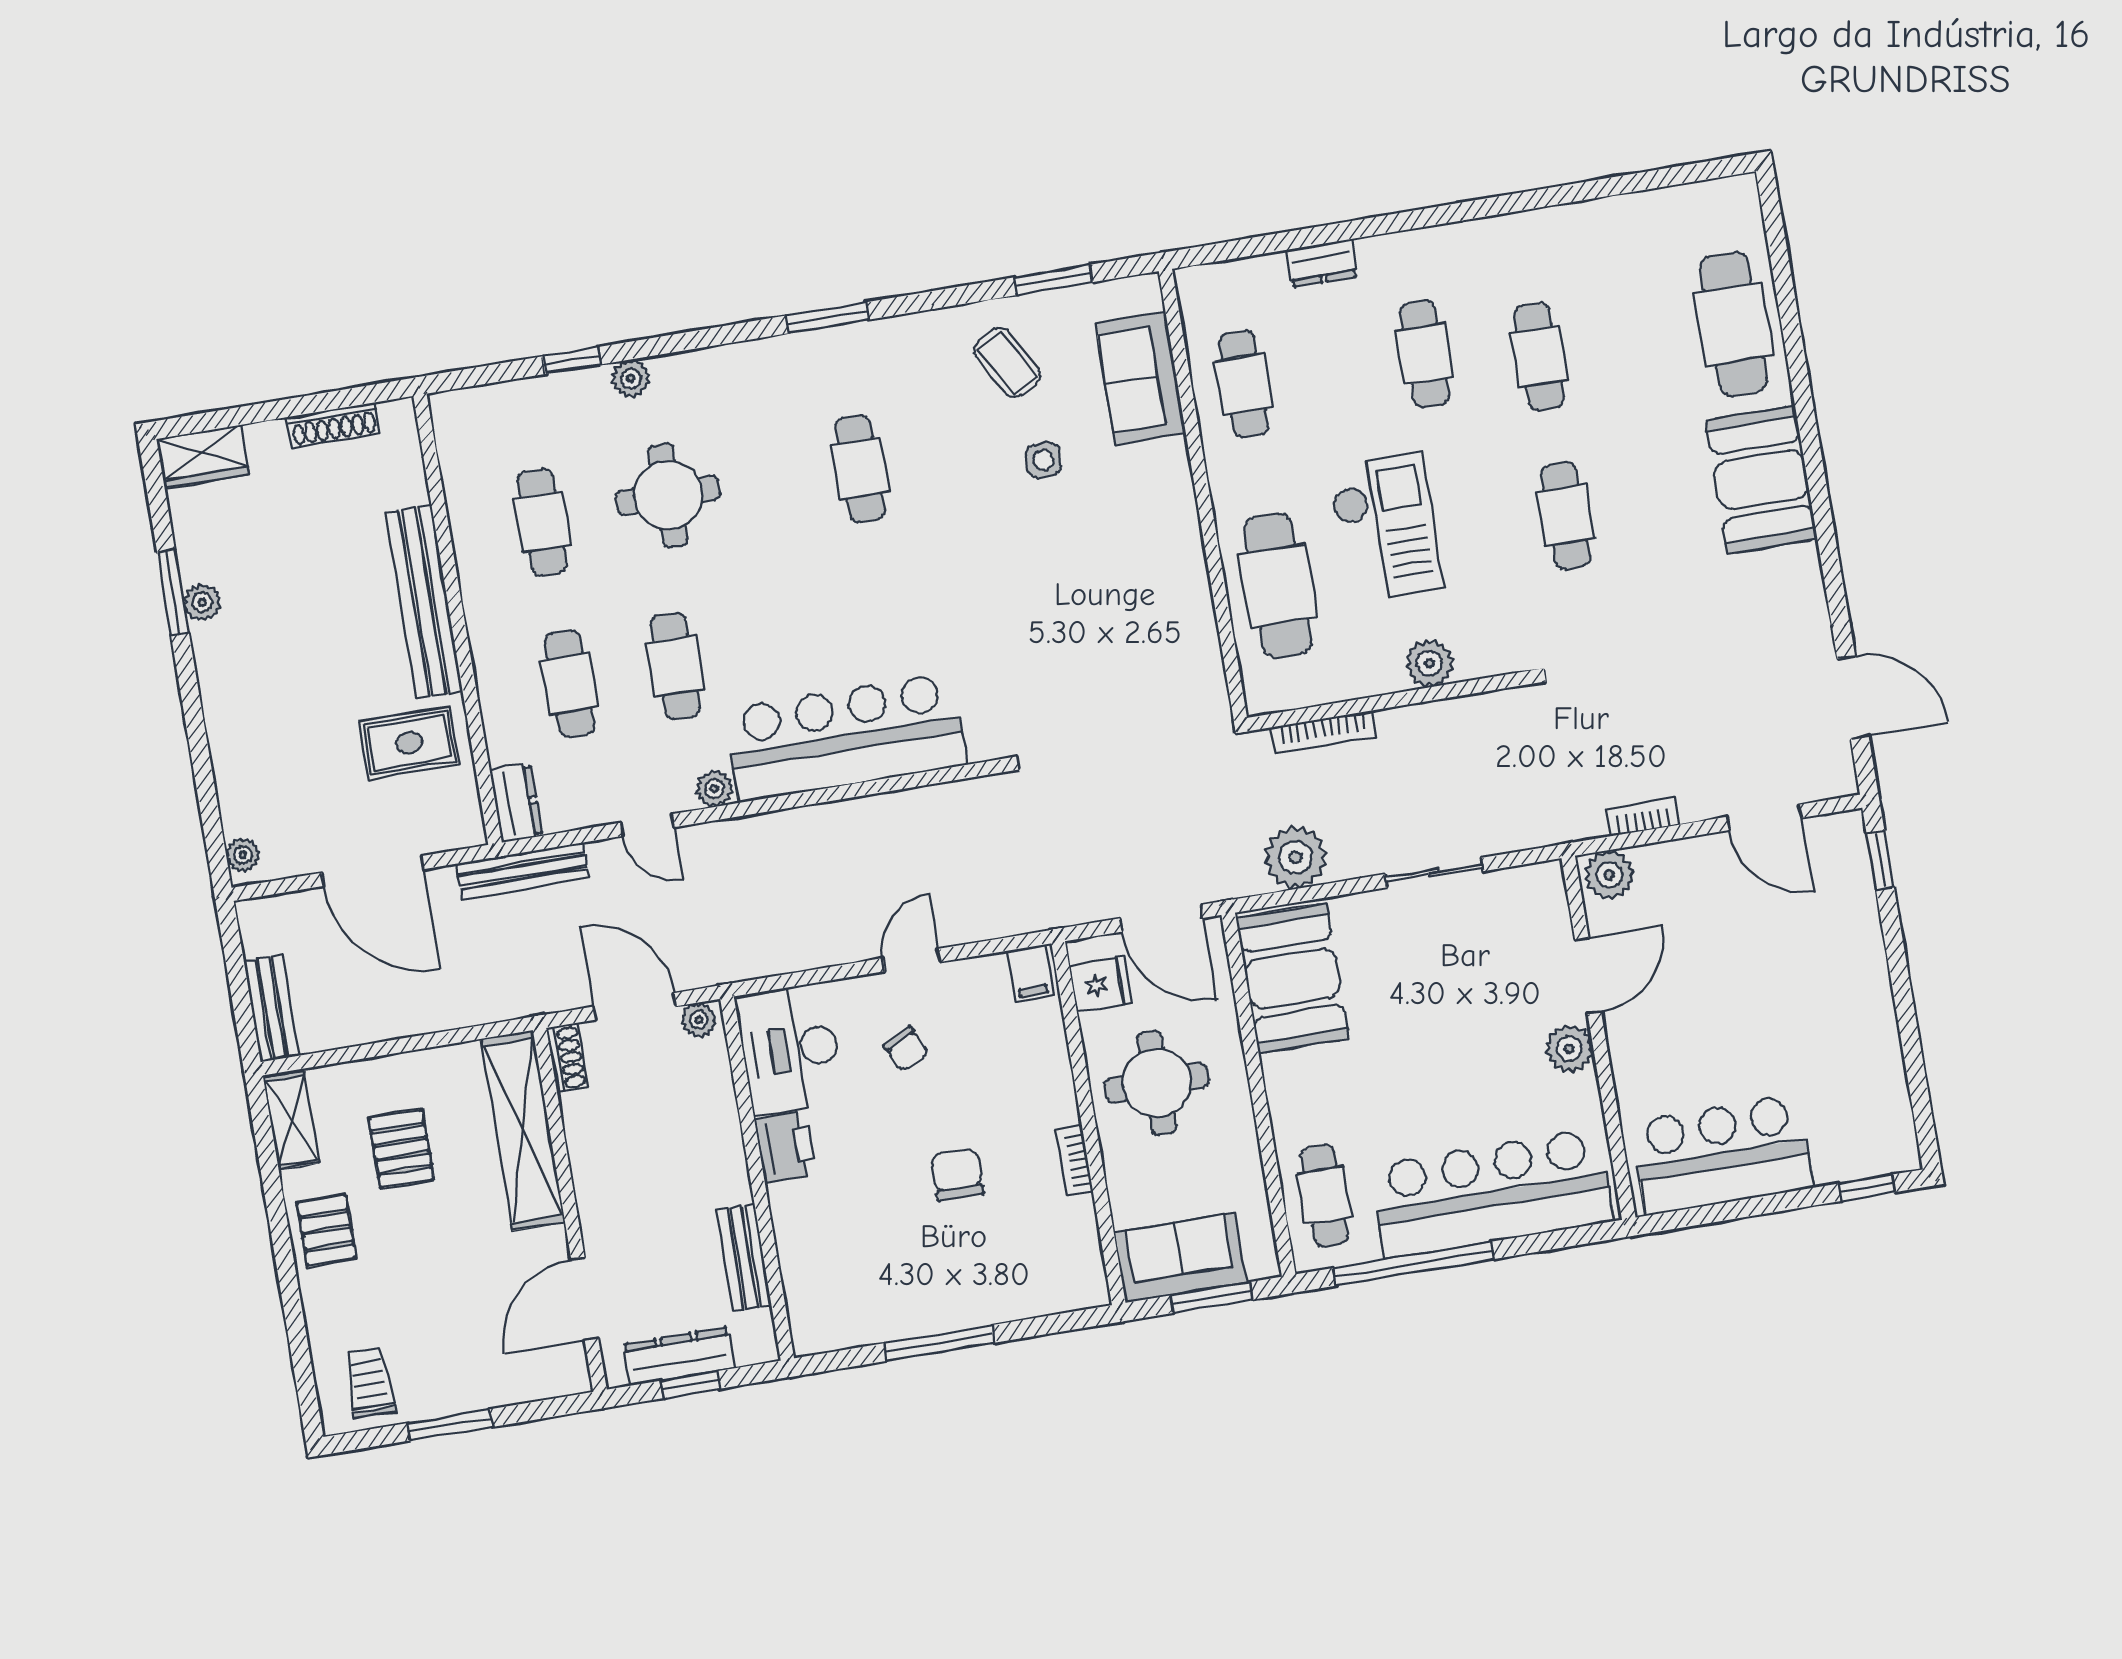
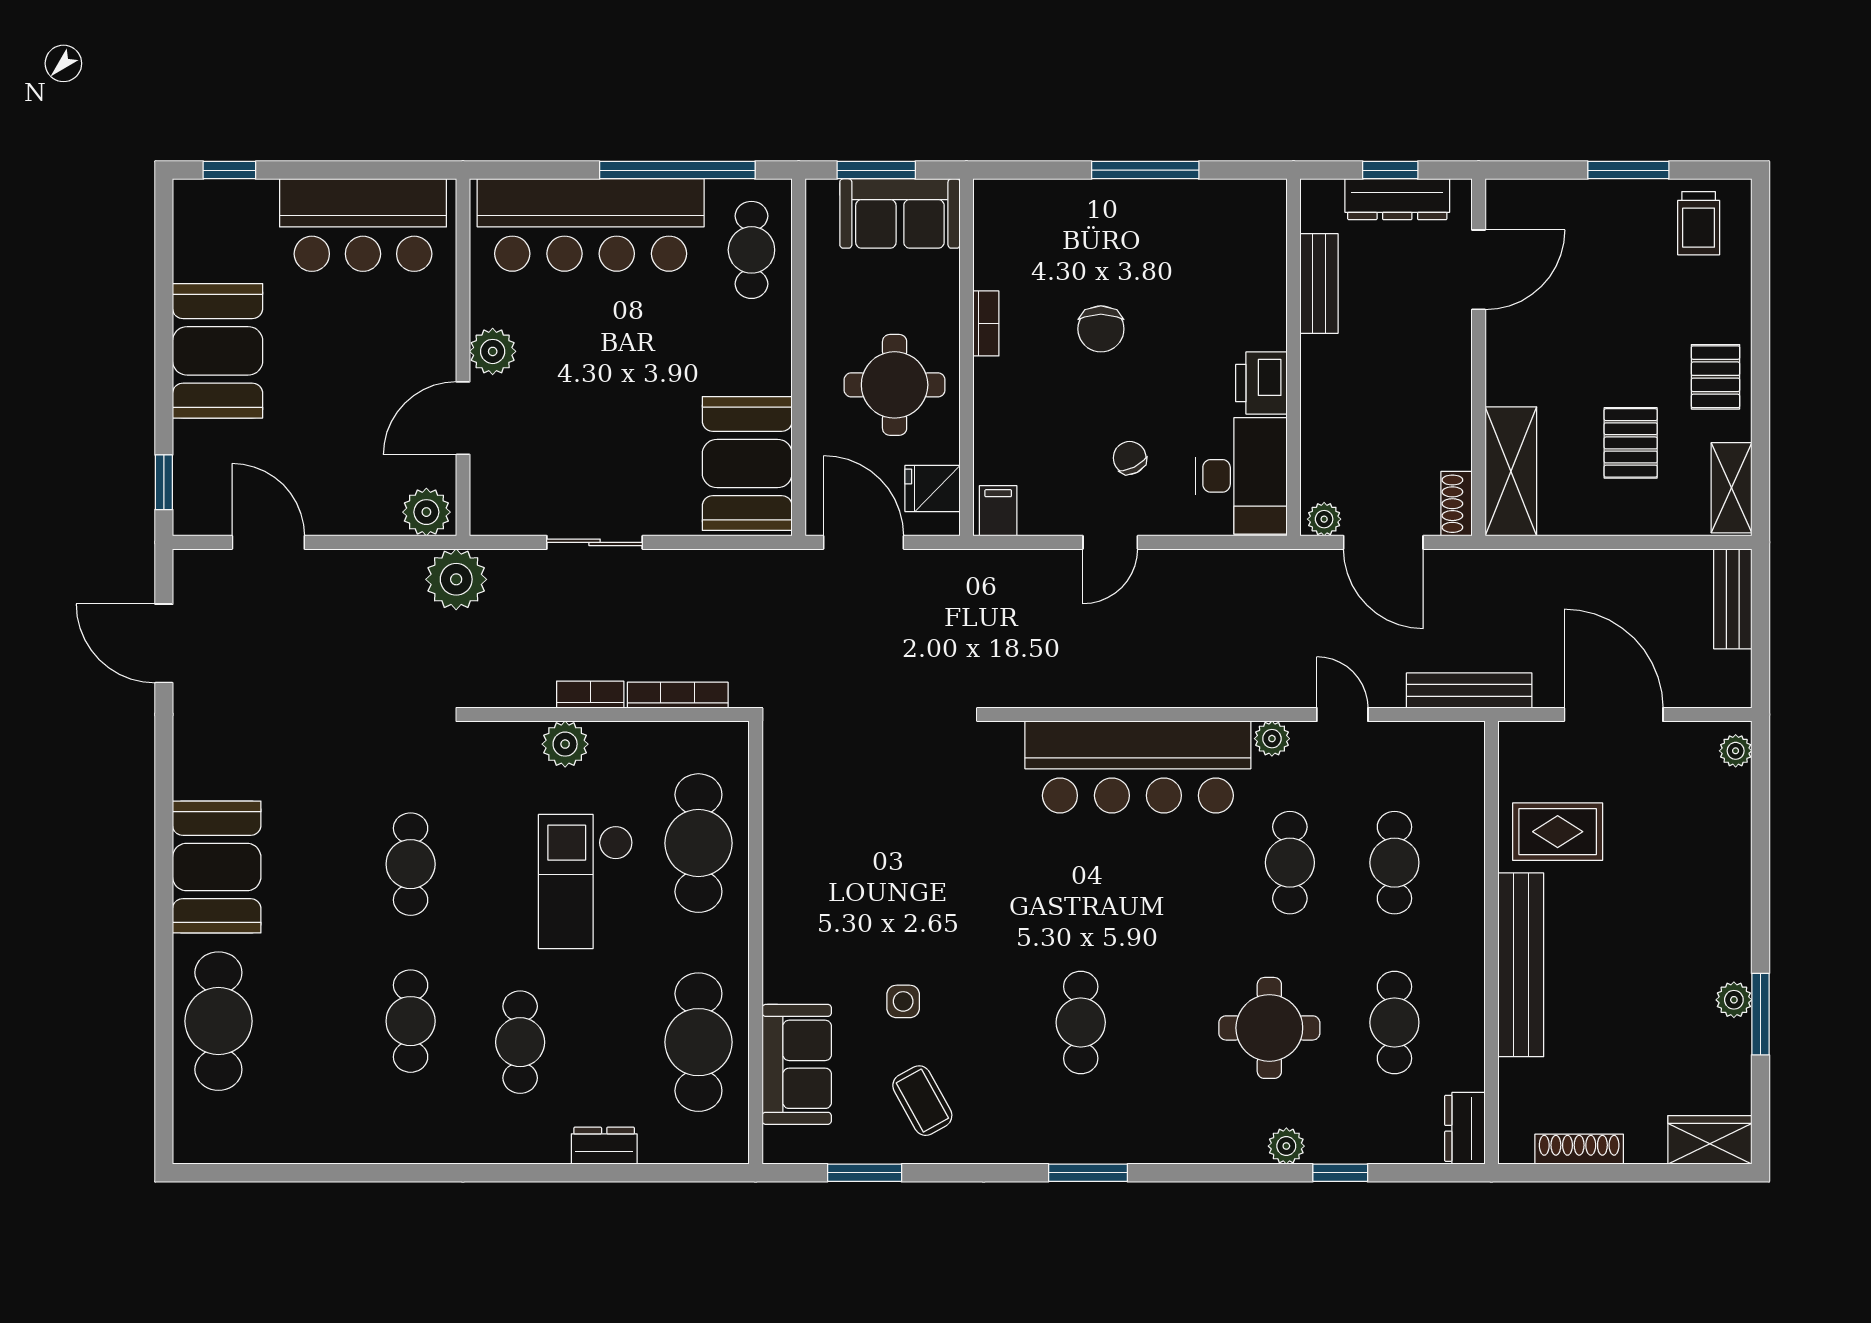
cafe table: (1244, 384) -> (698, 1042), width x1.37, depth x1.35
dresser: (516, 803) -> (1465, 1128), moved
bookcase: (1643, 817) -> (590, 695), moved, turned 180
plant: (1296, 857) -> (456, 579), moved
booth: (1848, 1003) -> (218, 351), added
shelving: (523, 1130) -> (1511, 471), width x0.68

